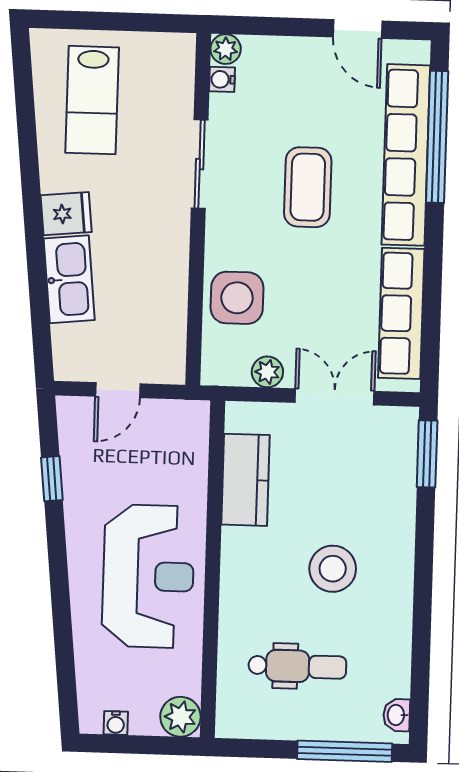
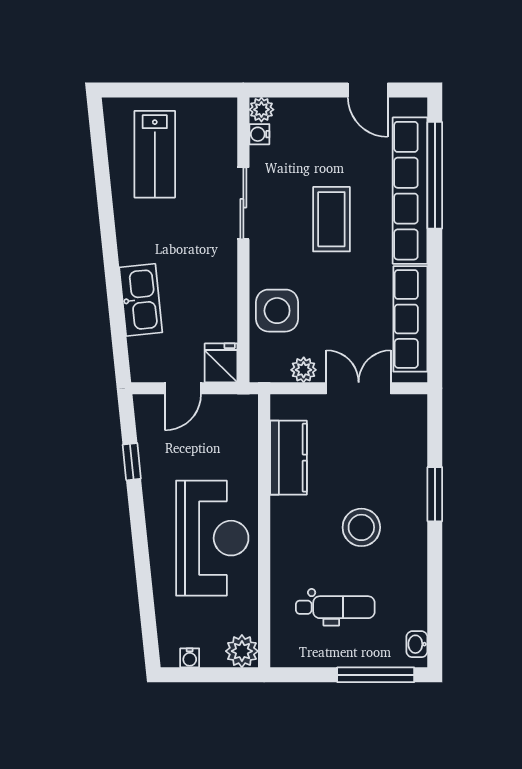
fridge: (66, 214) -> (221, 363), moved, turned -84
window: (427, 454) -> (435, 494), moved

